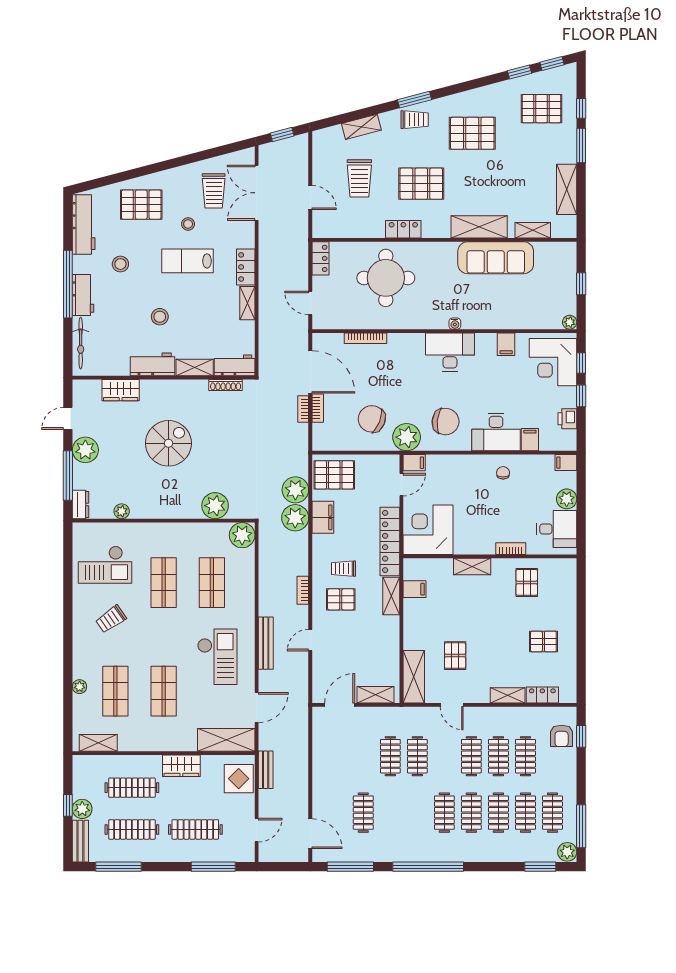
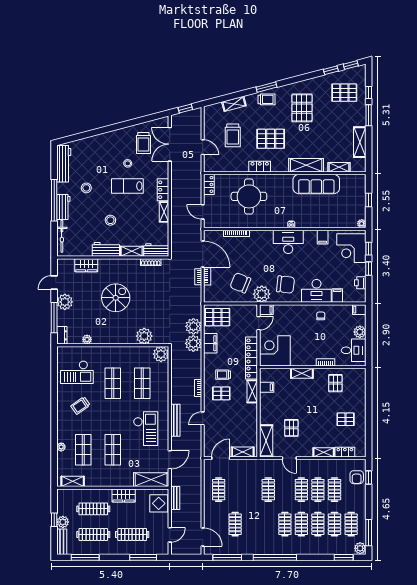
pallet: (472, 133) -> (302, 108), turned 90
pallet: (141, 205) -> (99, 152), removed
clothes rail: (390, 756) -> (219, 490), moved

